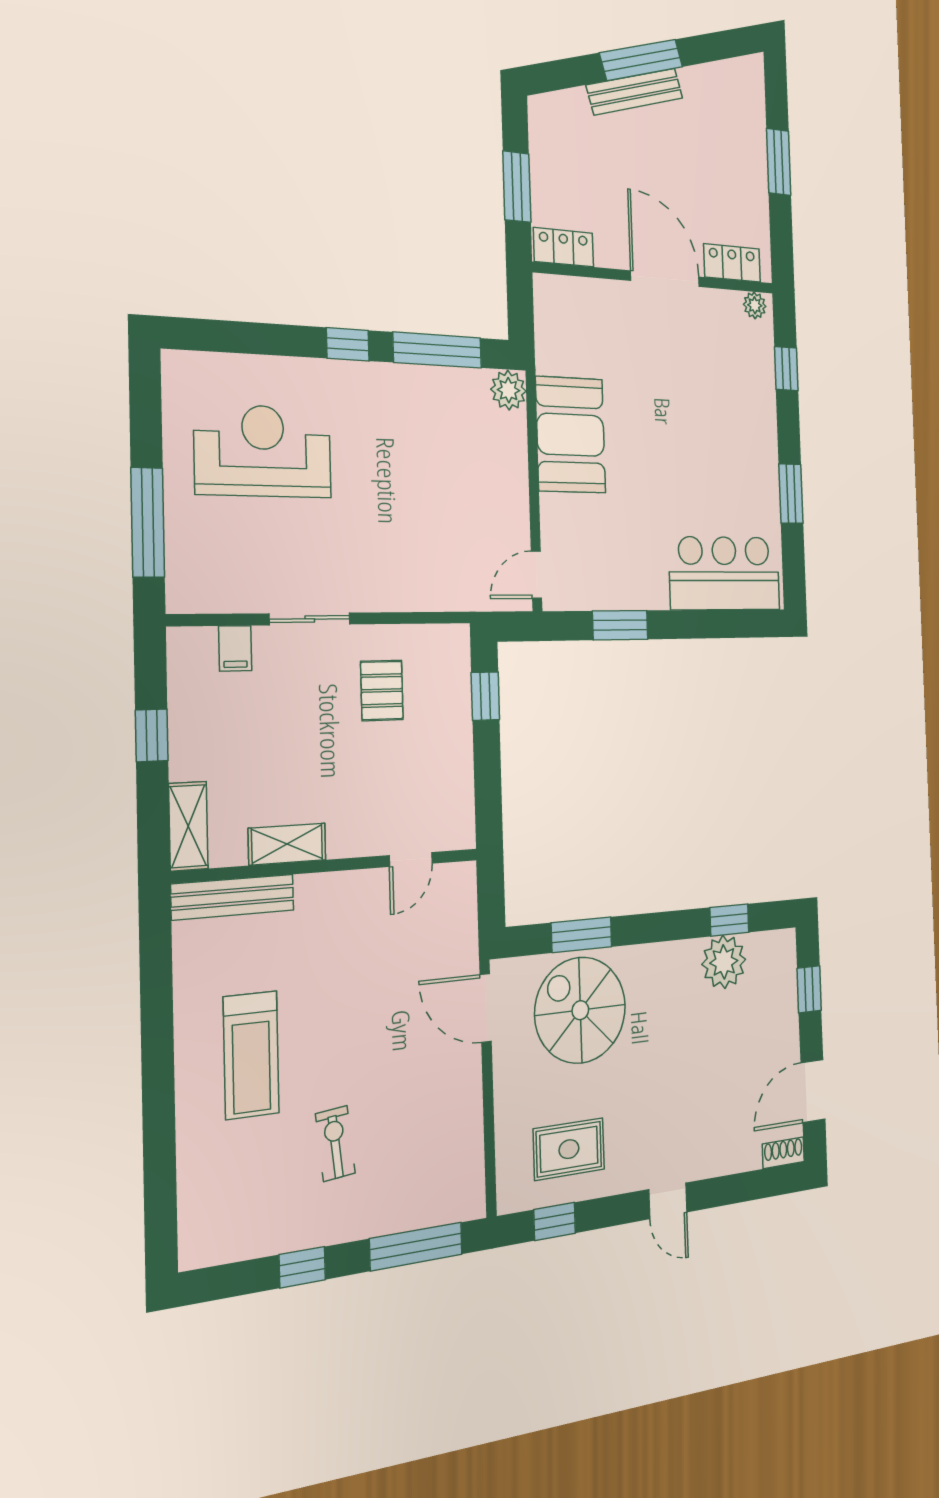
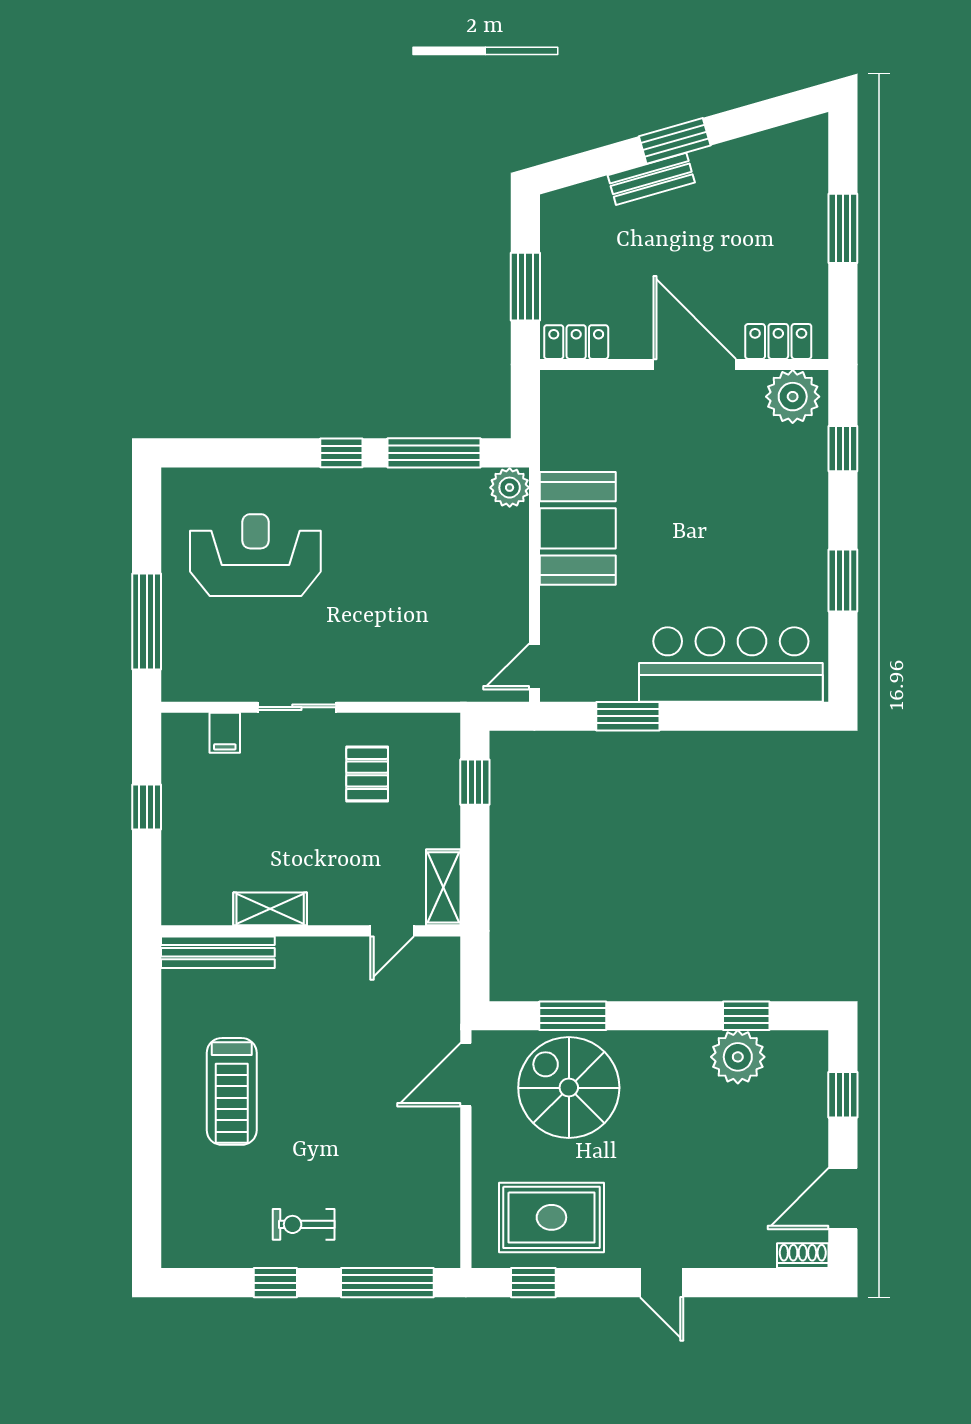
window: (641, 60) -> (675, 141), width x0.69
bench: (635, 92) -> (651, 179), width x0.73
plant: (755, 305) -> (793, 397), width x1.88, depth x1.88
bar counter: (725, 573) -> (731, 664), width x1.36
shelving: (188, 826) -> (443, 887), moved
door: (486, 1008) -> (466, 1075), hinge flipped
exercise bike: (335, 1143) -> (304, 1224), moved, turned -84
rug: (569, 1149) -> (551, 1217), width x1.36, depth x1.43

